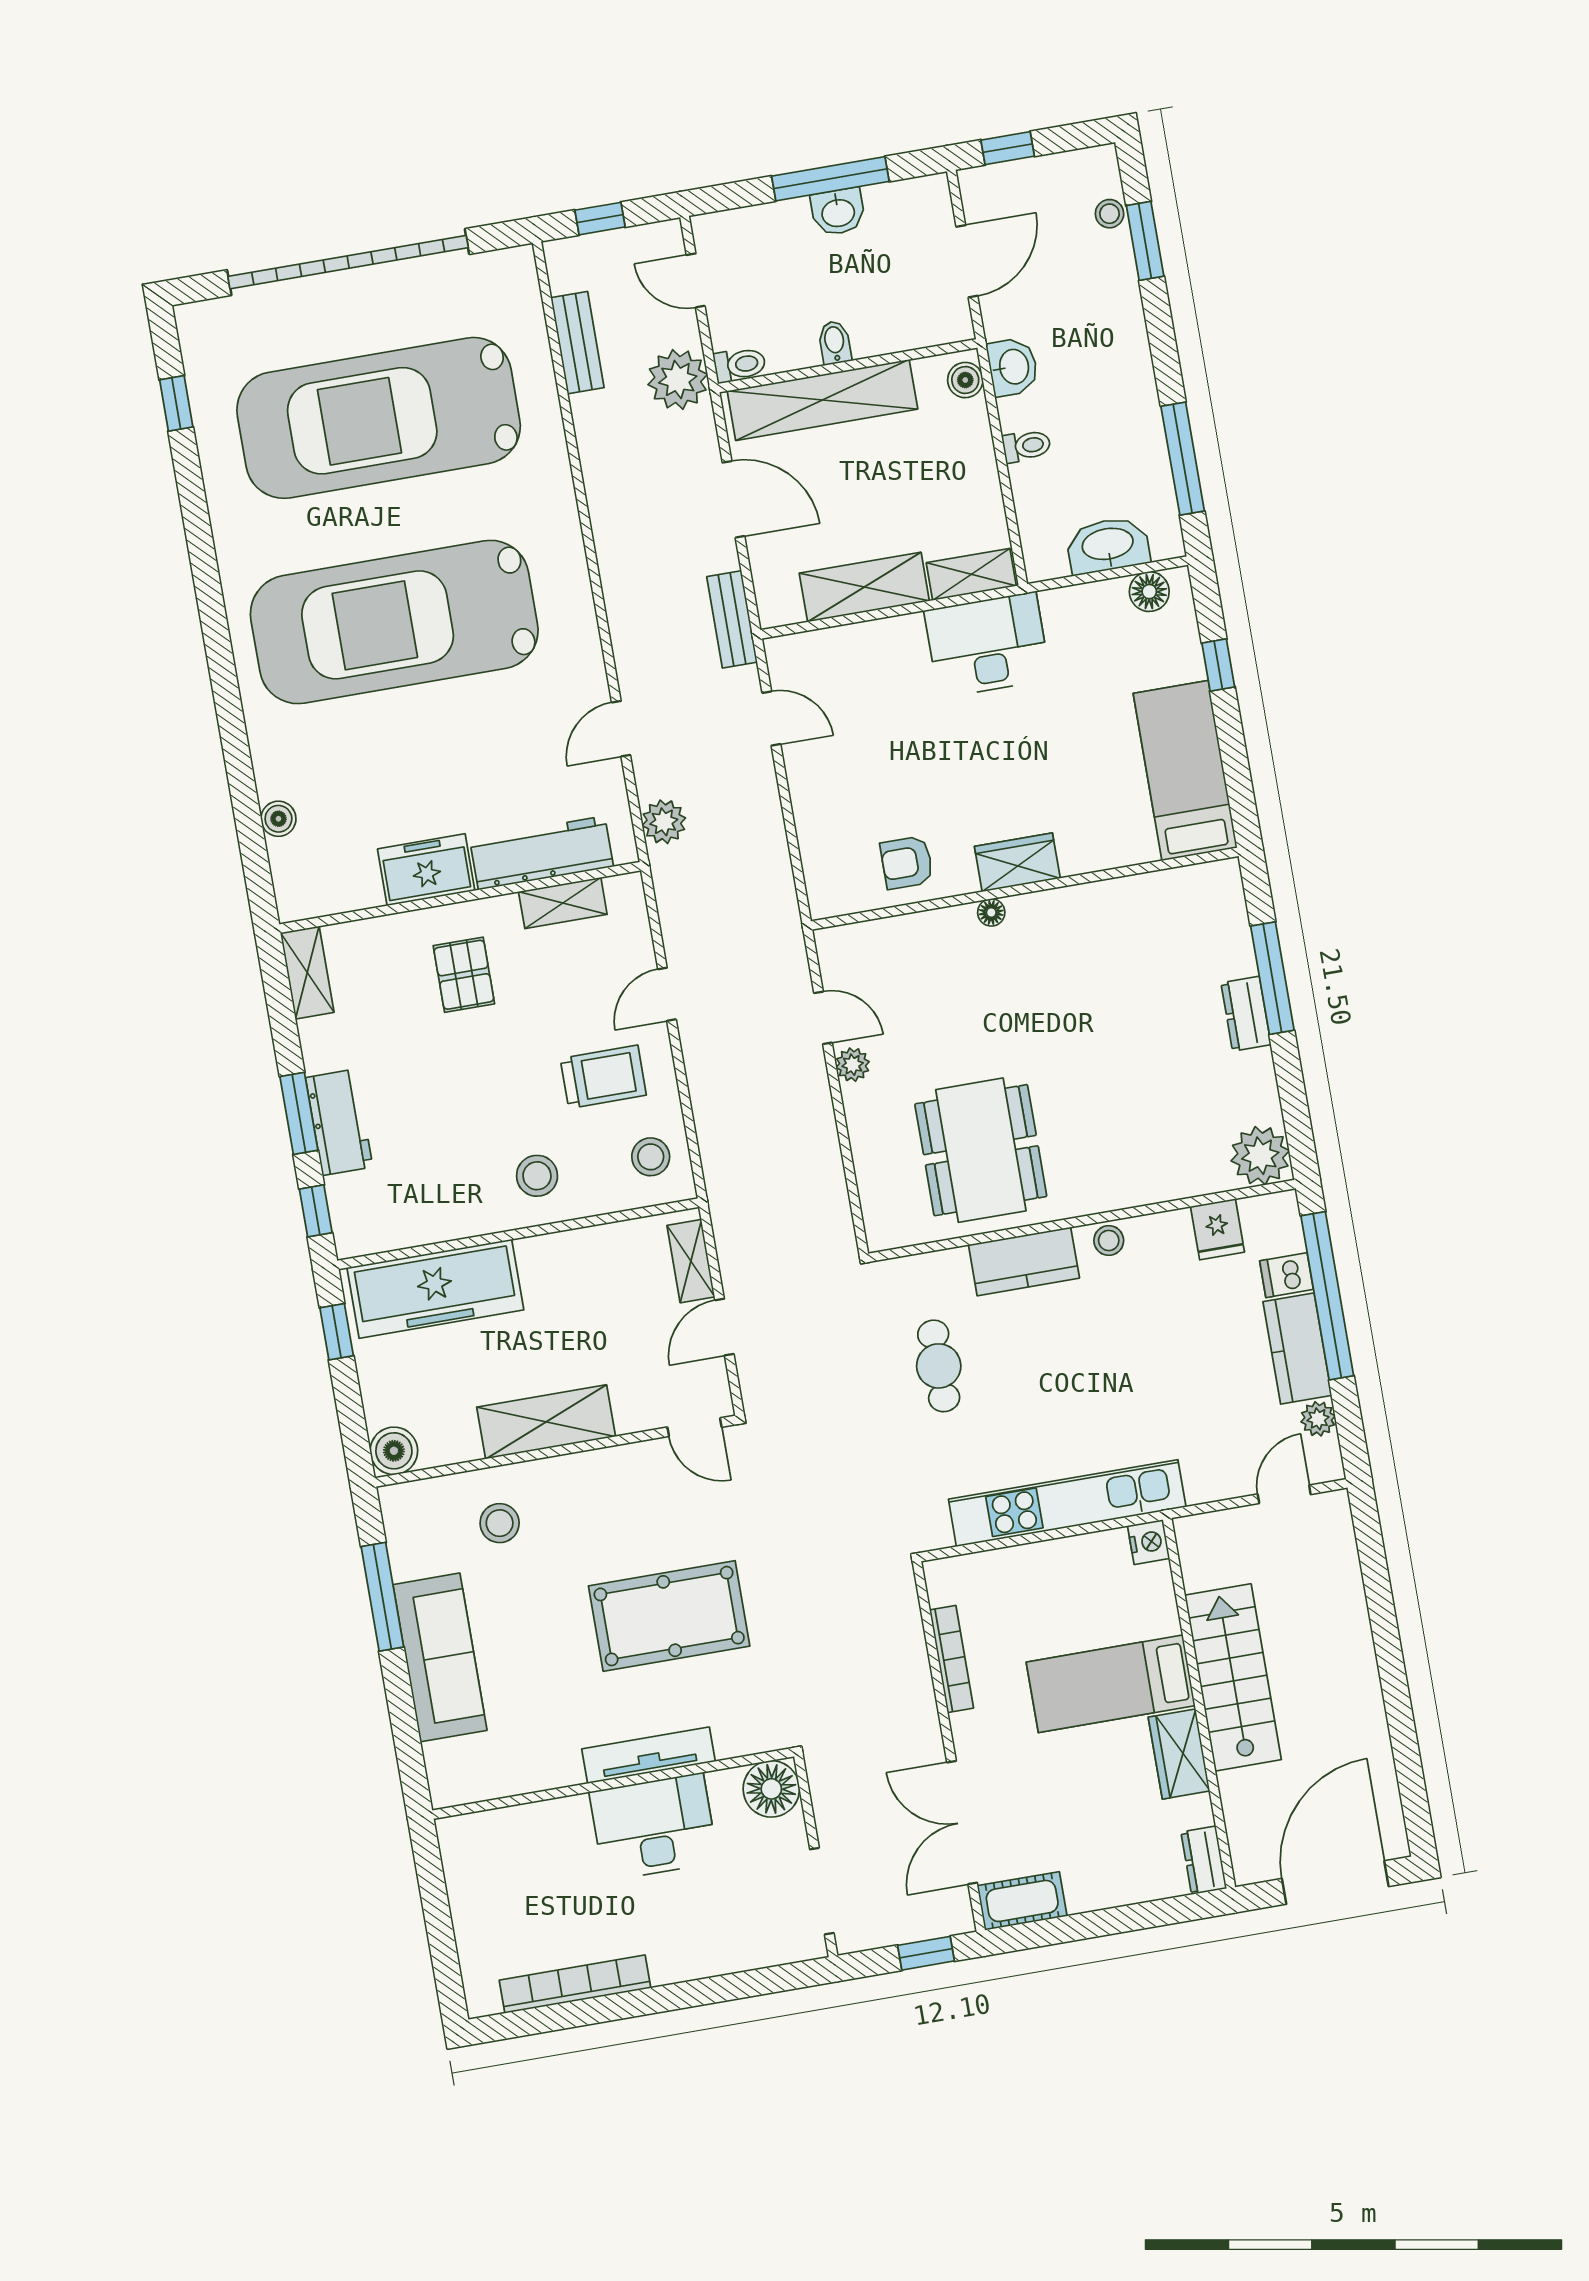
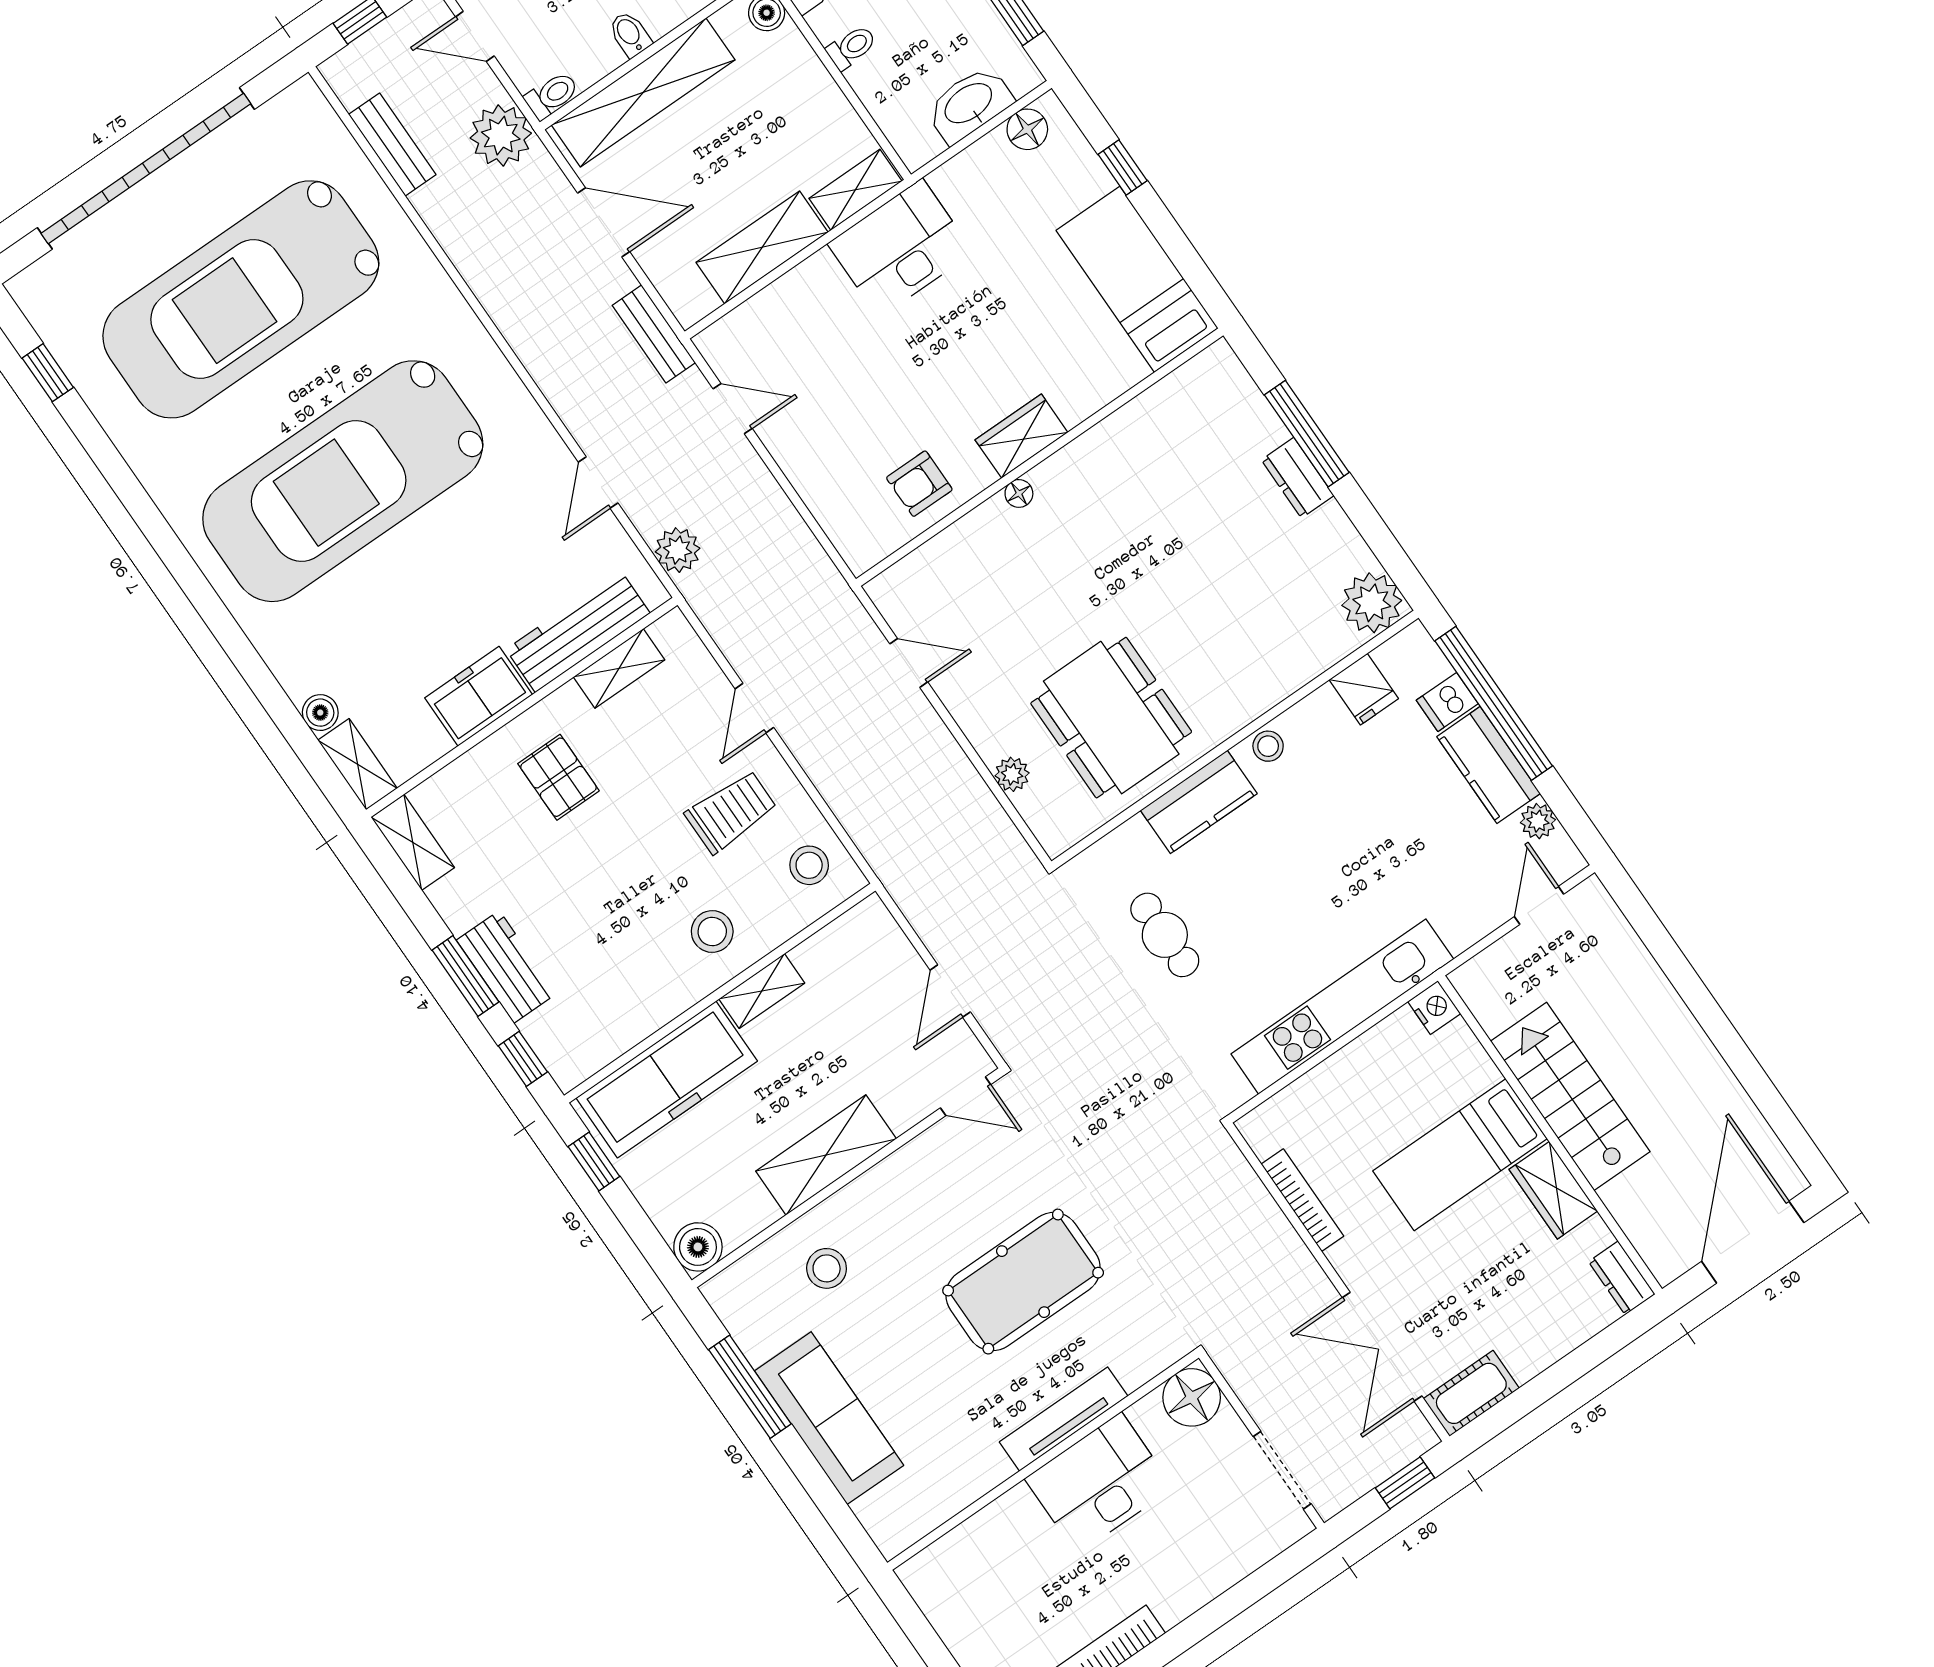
shelving: (290, 880) -> (358, 764), added
plant: (853, 1065) -> (1012, 774), moved
shelving: (691, 1261) -> (762, 991), moved, turned 90

